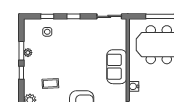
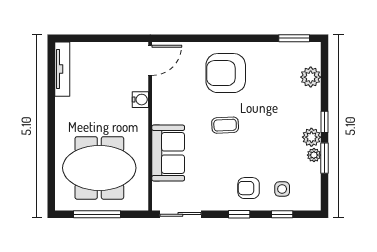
armchair: (68, 32) -> (249, 188), added
plant: (29, 63) -> (311, 137), added
sofa: (117, 67) -> (168, 153), moved
coffee table: (50, 83) -> (225, 125), moved

